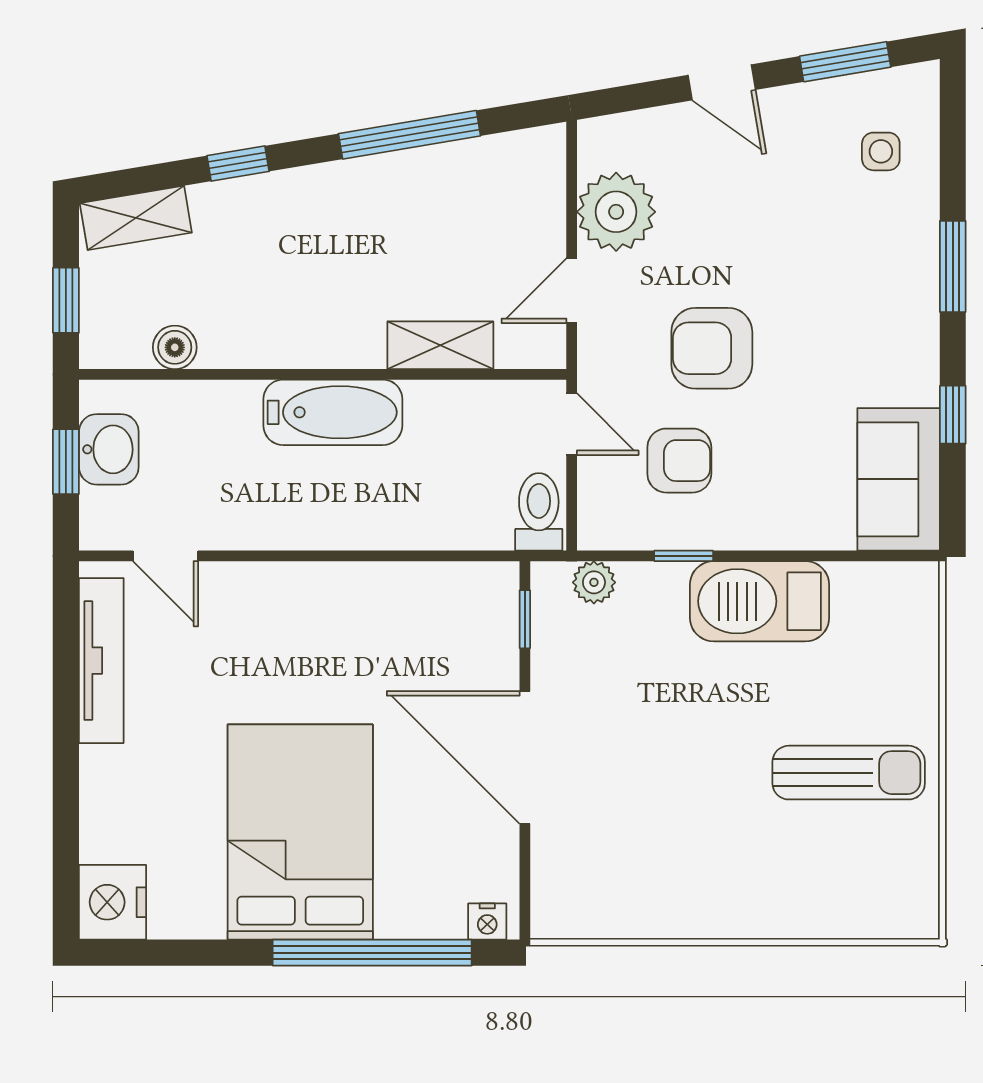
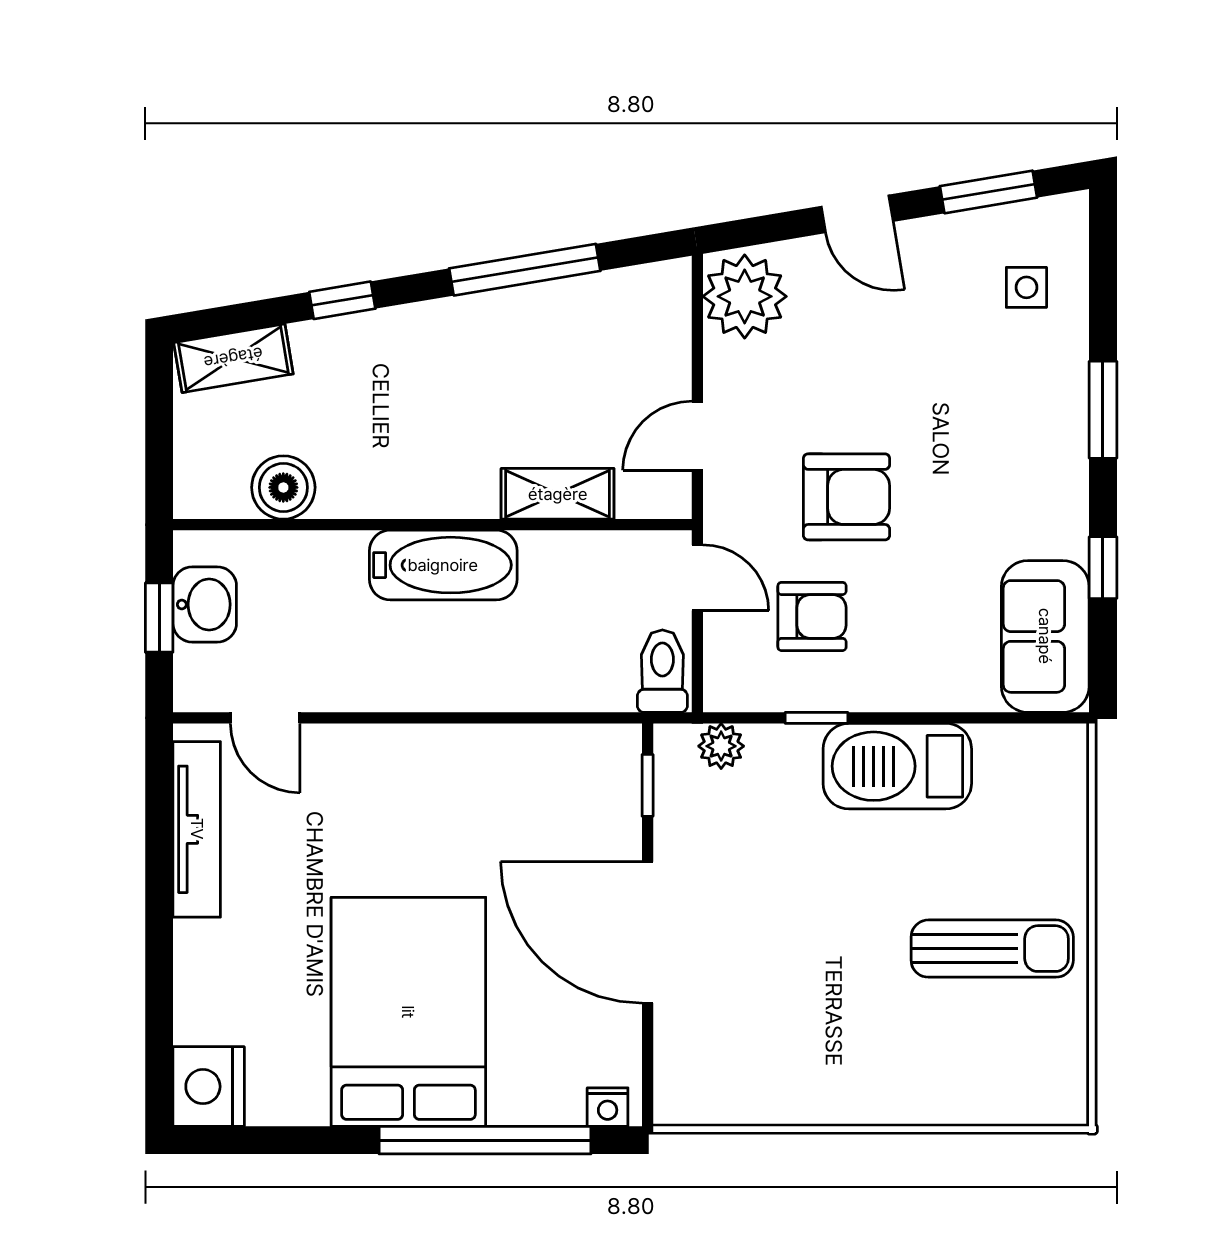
plant: (616, 212) -> (745, 296), moved
window: (66, 300) -> (159, 446), removed
boiler: (175, 347) -> (283, 487), width x1.36, depth x1.36
armchair: (712, 348) -> (847, 497), turned 180

